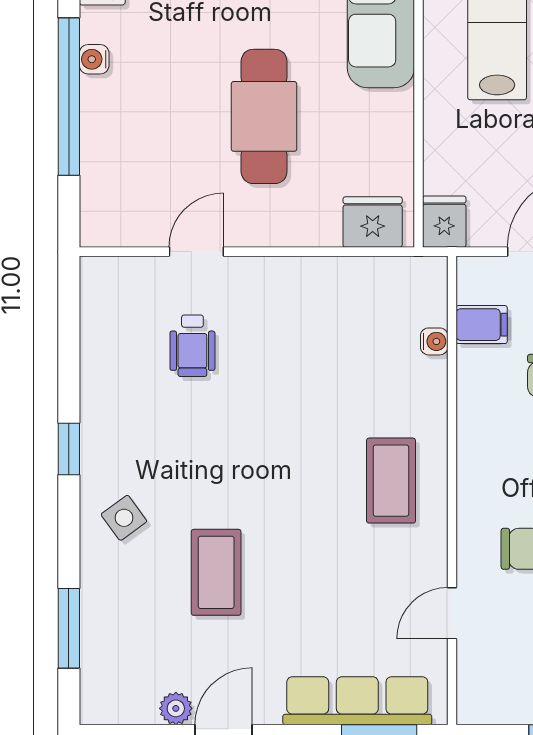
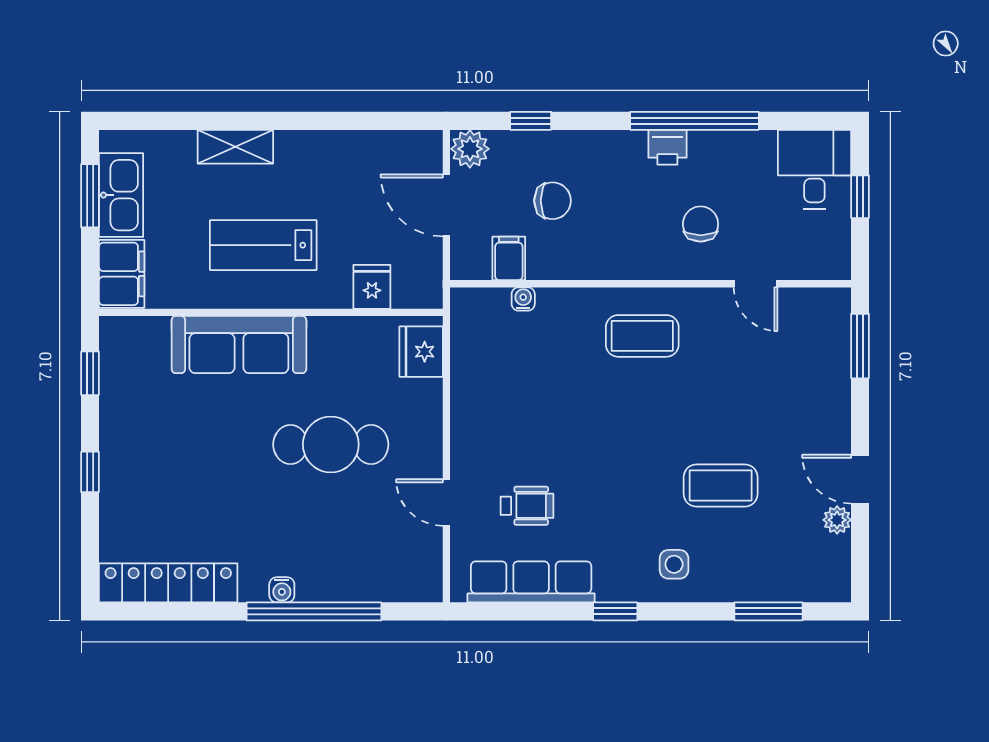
fridge: (444, 222) -> (372, 287), moved, turned 90
side table: (124, 518) -> (674, 564), turned 36
row of seats: (357, 701) -> (531, 582), moved, turned 90

